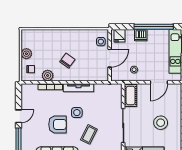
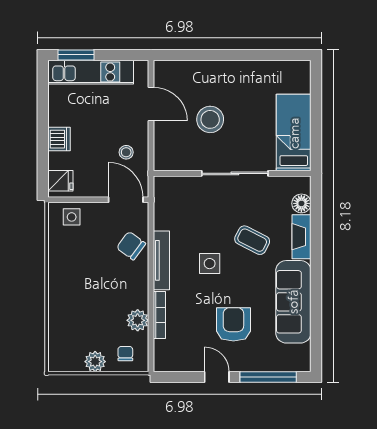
window: (154, 27) -> (43, 114), removed
door: (110, 58) -> (126, 200), moved
chair: (67, 61) -> (131, 246), moved
cot: (131, 96) -> (176, 159), removed
stool: (161, 123) -> (210, 119), moved
armchair: (57, 124) -> (233, 324), moved

